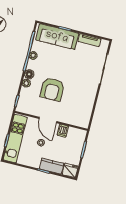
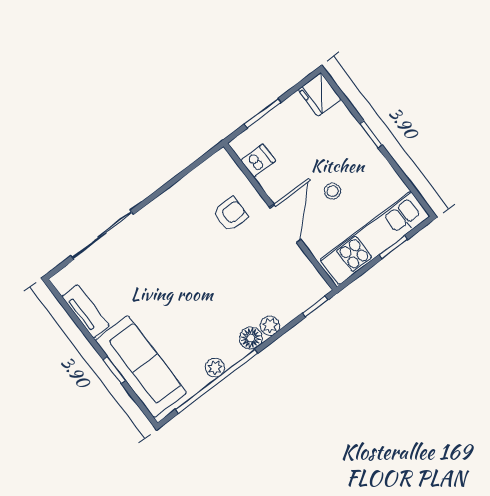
armchair: (52, 89) -> (230, 214), moved, width x0.53, depth x0.53
dishwasher: (63, 131) -> (258, 161), moved
kitchen counter: (52, 166) -> (348, 131), removed

